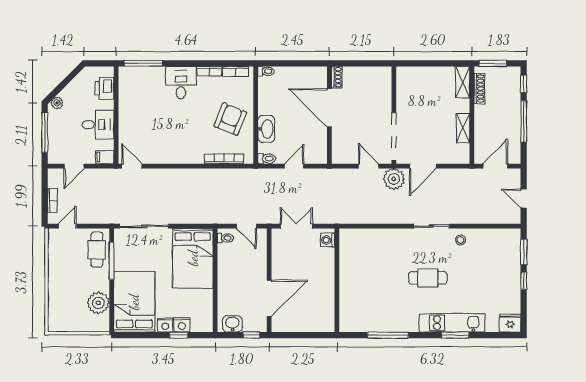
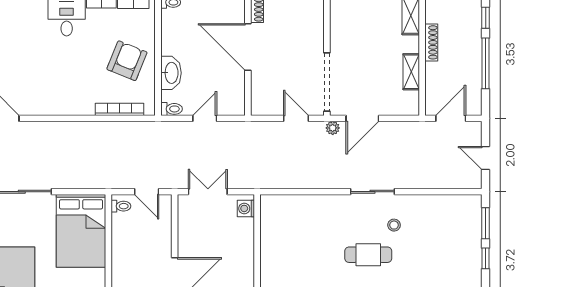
shoe rack: (479, 89) -> (431, 42), moved
plant: (394, 179) -> (333, 128), width x0.53, depth x0.53
stool: (461, 240) -> (394, 225), moved

